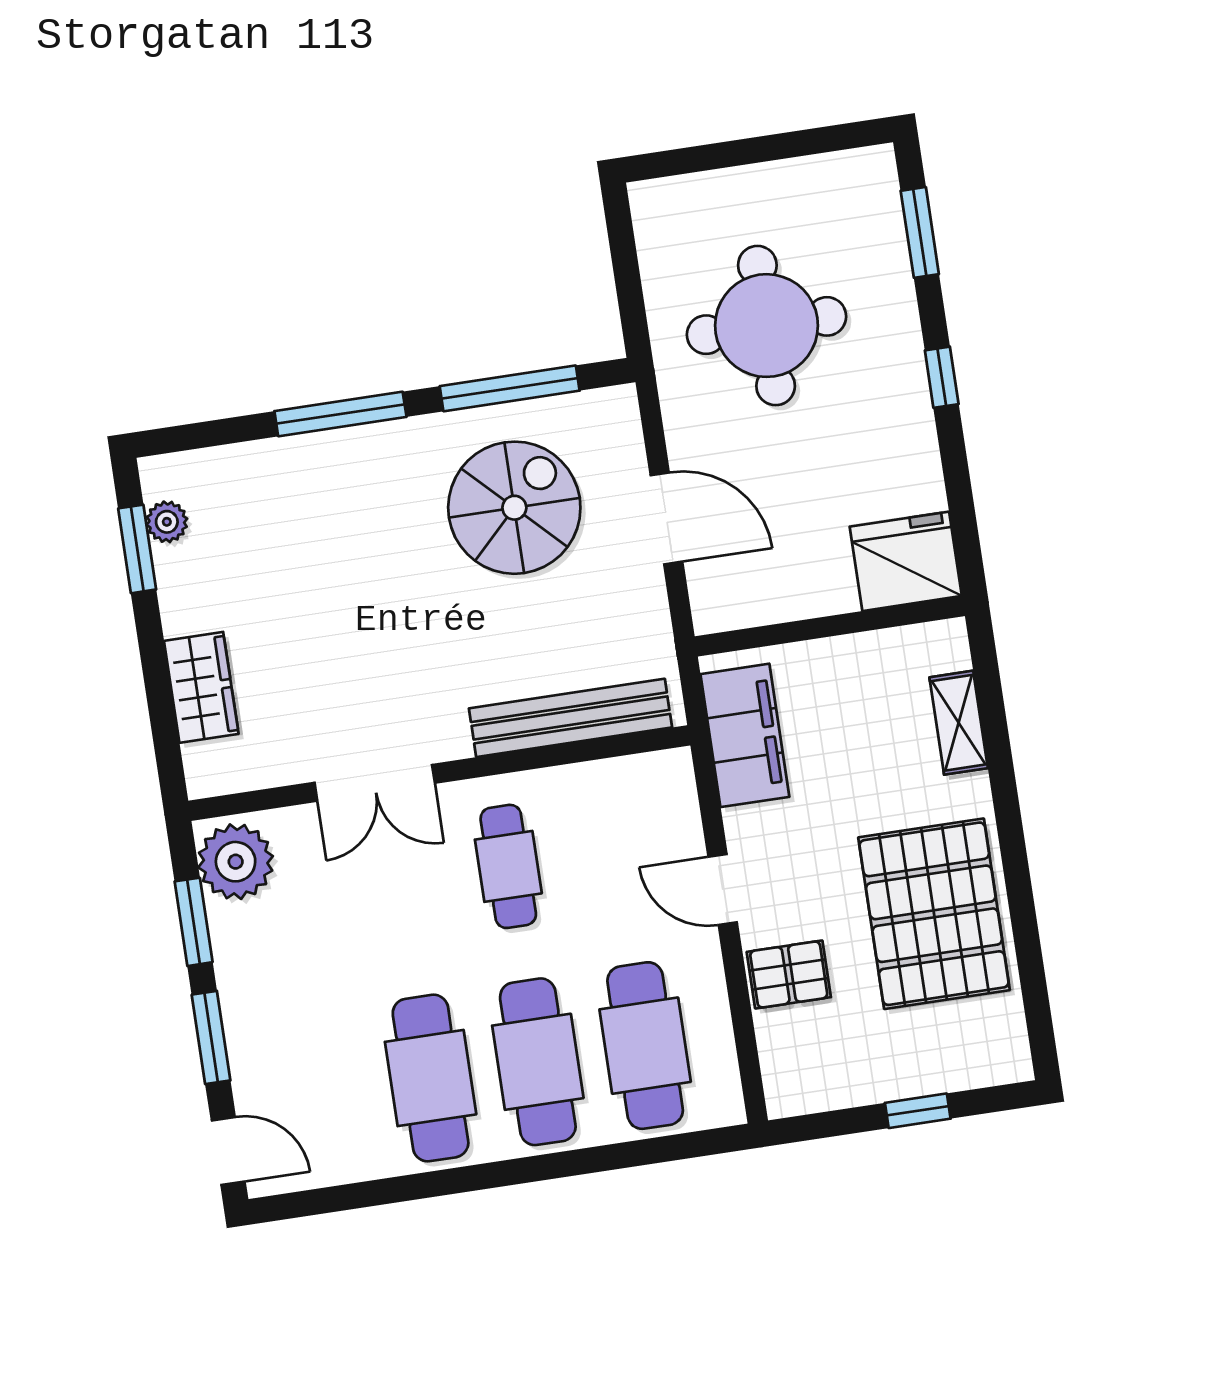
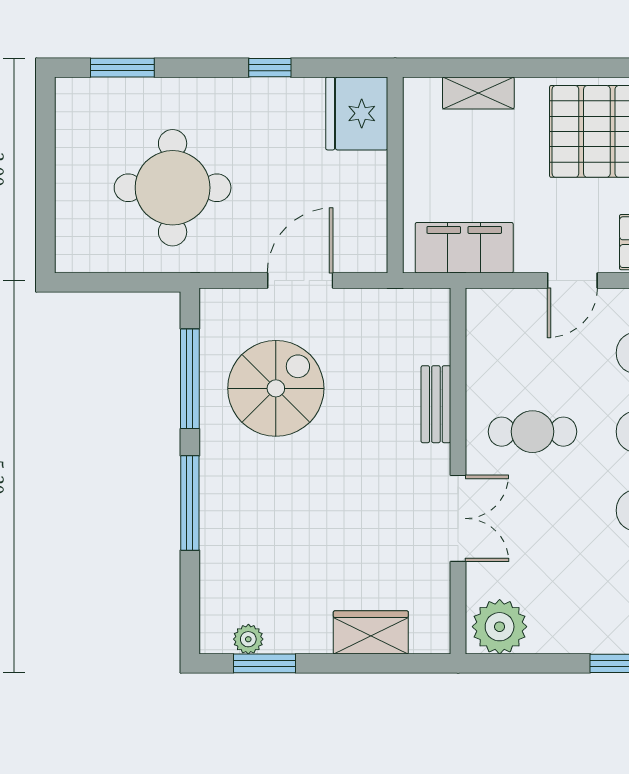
window: (942, 377) -> (270, 68), moved
spiral stairs: (514, 508) -> (276, 388), turned 90
bench: (571, 718) -> (436, 404), width x0.54, depth x0.82
window: (194, 922) -> (538, 663), removed

